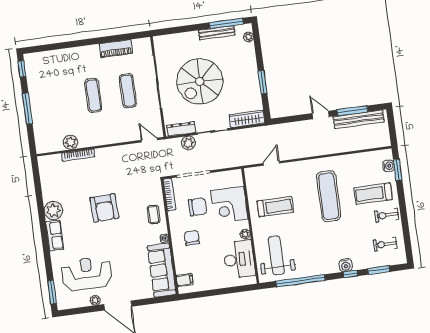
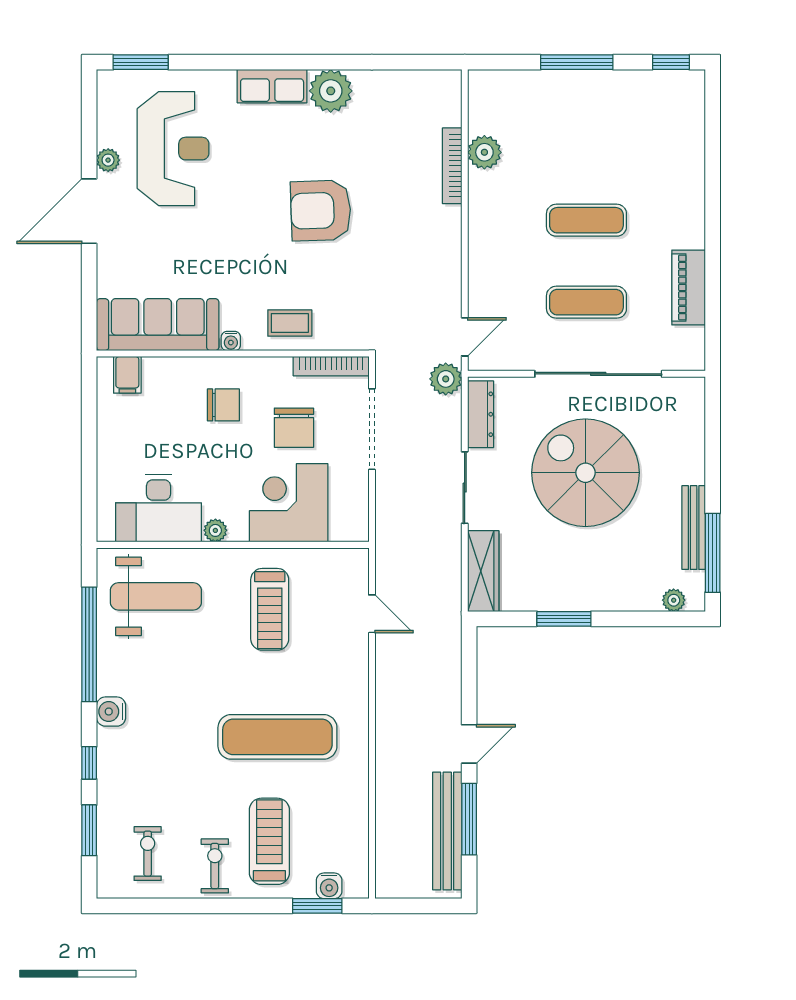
plant: (188, 143) -> (446, 379), moved
water cooler: (346, 265) -> (111, 712), moved

